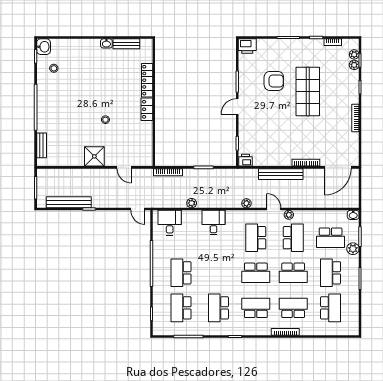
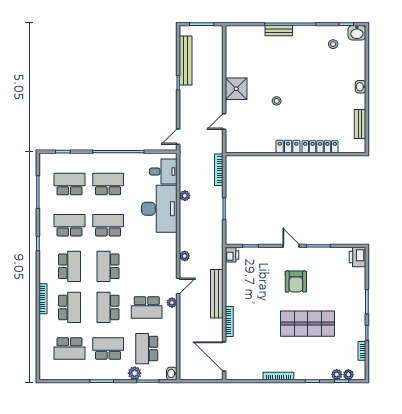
washbasin: (106, 43) -> (361, 87), moved
armchair: (274, 81) -> (296, 282), moved
bench: (42, 145) -> (279, 31), moved
desk: (213, 223) -> (159, 209), width x1.87, depth x1.30
school desk: (256, 238) -> (108, 225), moved

